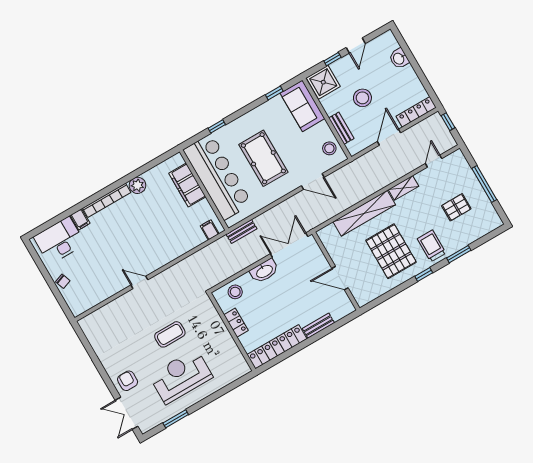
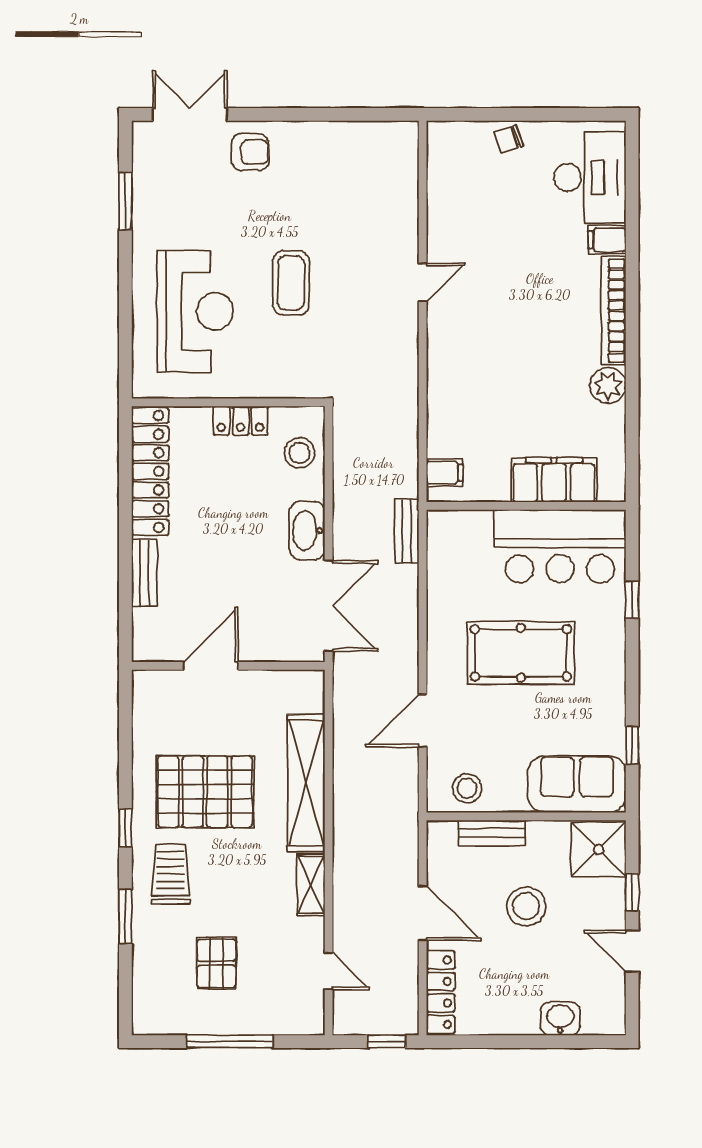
bar counter: (218, 177) -> (560, 546), width x0.73
trolley: (432, 246) -> (171, 874), turned -90
reception desk: (181, 376) -> (195, 311), moved

